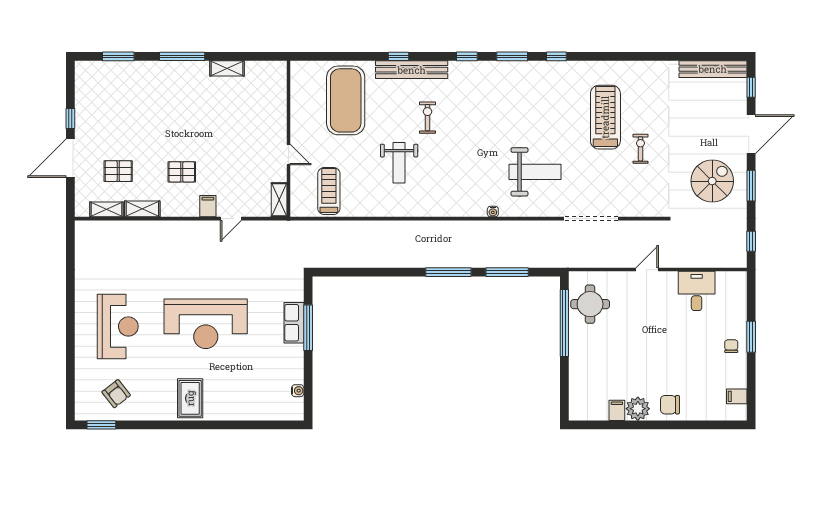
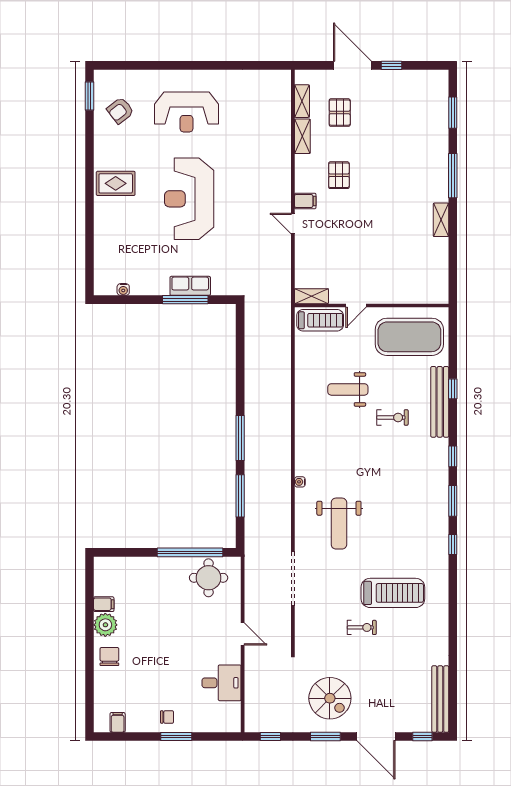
wall: (288, 139) -> (372, 306), moved
door: (288, 155) -> (356, 306), moved
shelving: (279, 200) -> (311, 296), moved

